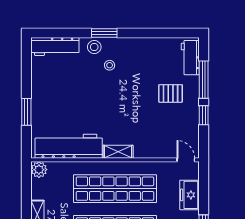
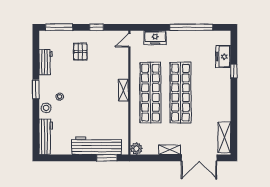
window: (104, 33) -> (36, 89), moved
workbench: (190, 58) -> (46, 62), moved, turned -90
window: (204, 80) -> (59, 27), moved
window: (26, 112) -> (107, 158), moved
workbench: (69, 146) -> (97, 146), moved, turned 90

